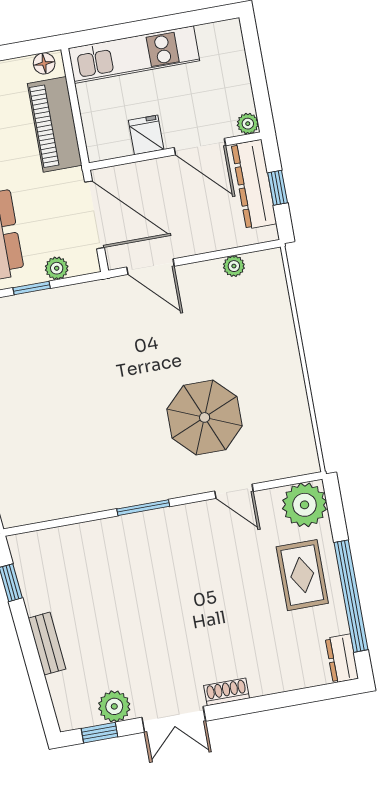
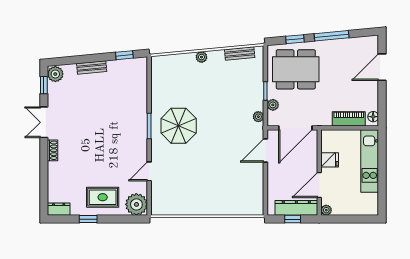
piano: (55, 124) -> (349, 119), width x0.73, depth x0.75
plant: (234, 266) -> (258, 117), moved
parasol: (205, 417) -> (179, 126), moved
window: (351, 596) -> (88, 219), width x0.32
plant: (114, 706) -> (55, 74), moved

